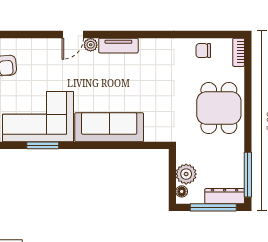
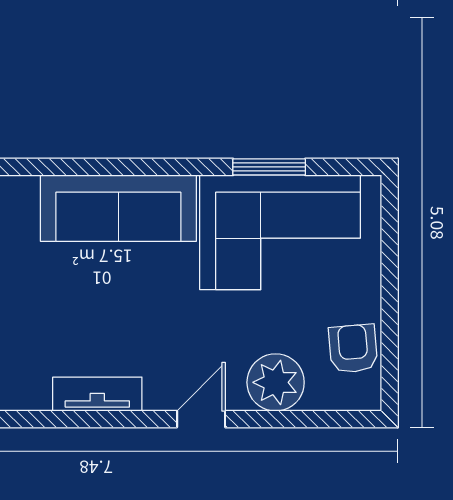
plant: (91, 45) -> (276, 382), moved, width x1.88, depth x1.88

